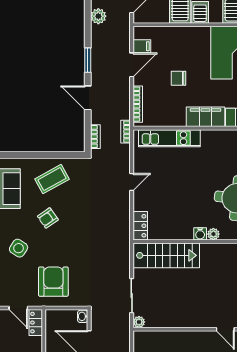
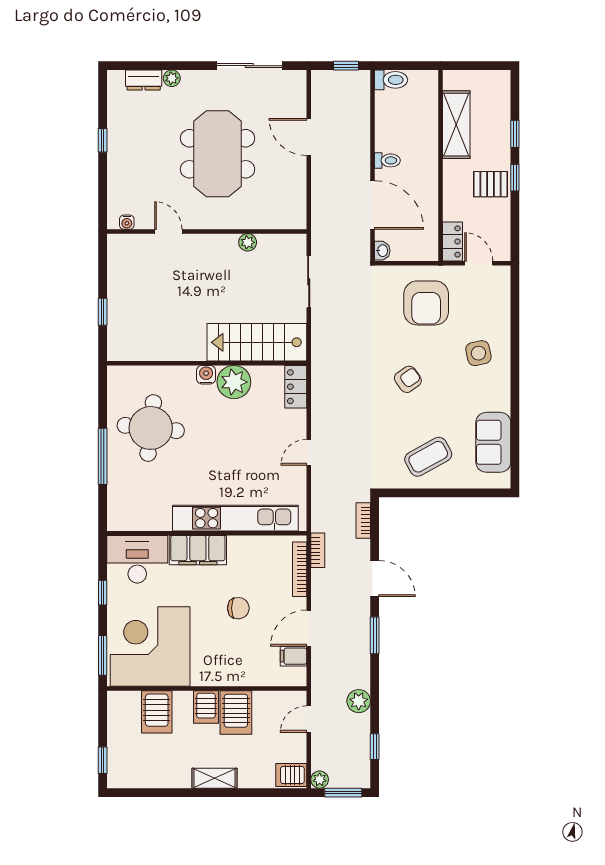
bookcase: (126, 132) -> (318, 550), moved
kitchen unit: (169, 138) -> (235, 518), width x1.36
armchair: (48, 218) -> (408, 379), moved
plant: (213, 234) -> (234, 382), moved, width x1.88, depth x1.88
side table: (19, 248) -> (478, 353), turned 45
plant: (139, 322) -> (248, 242), moved

